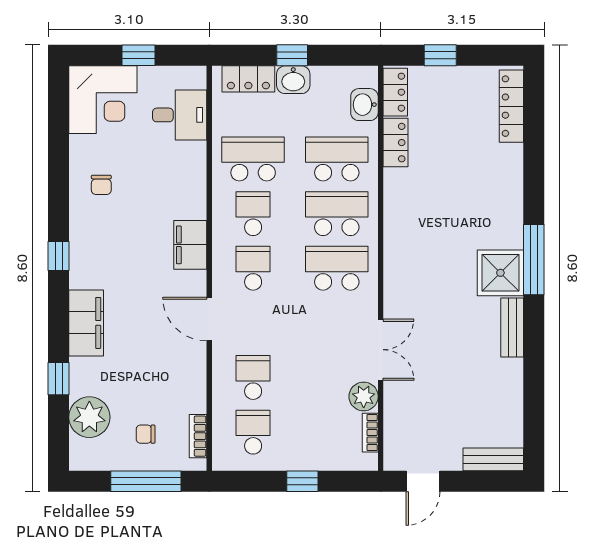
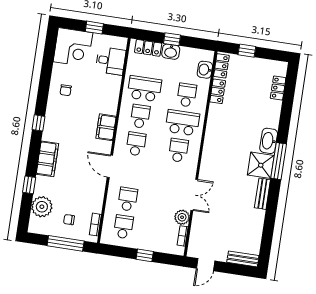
locker: (511, 106) -> (278, 88), width x0.66
school desk: (337, 159) -> (187, 95), width x0.54
washbasin: (509, 223) -> (269, 141), added
school desk: (337, 268) -> (178, 150), width x0.54

